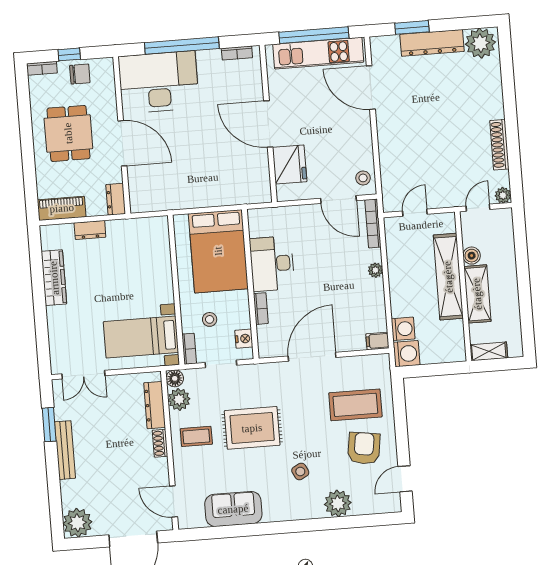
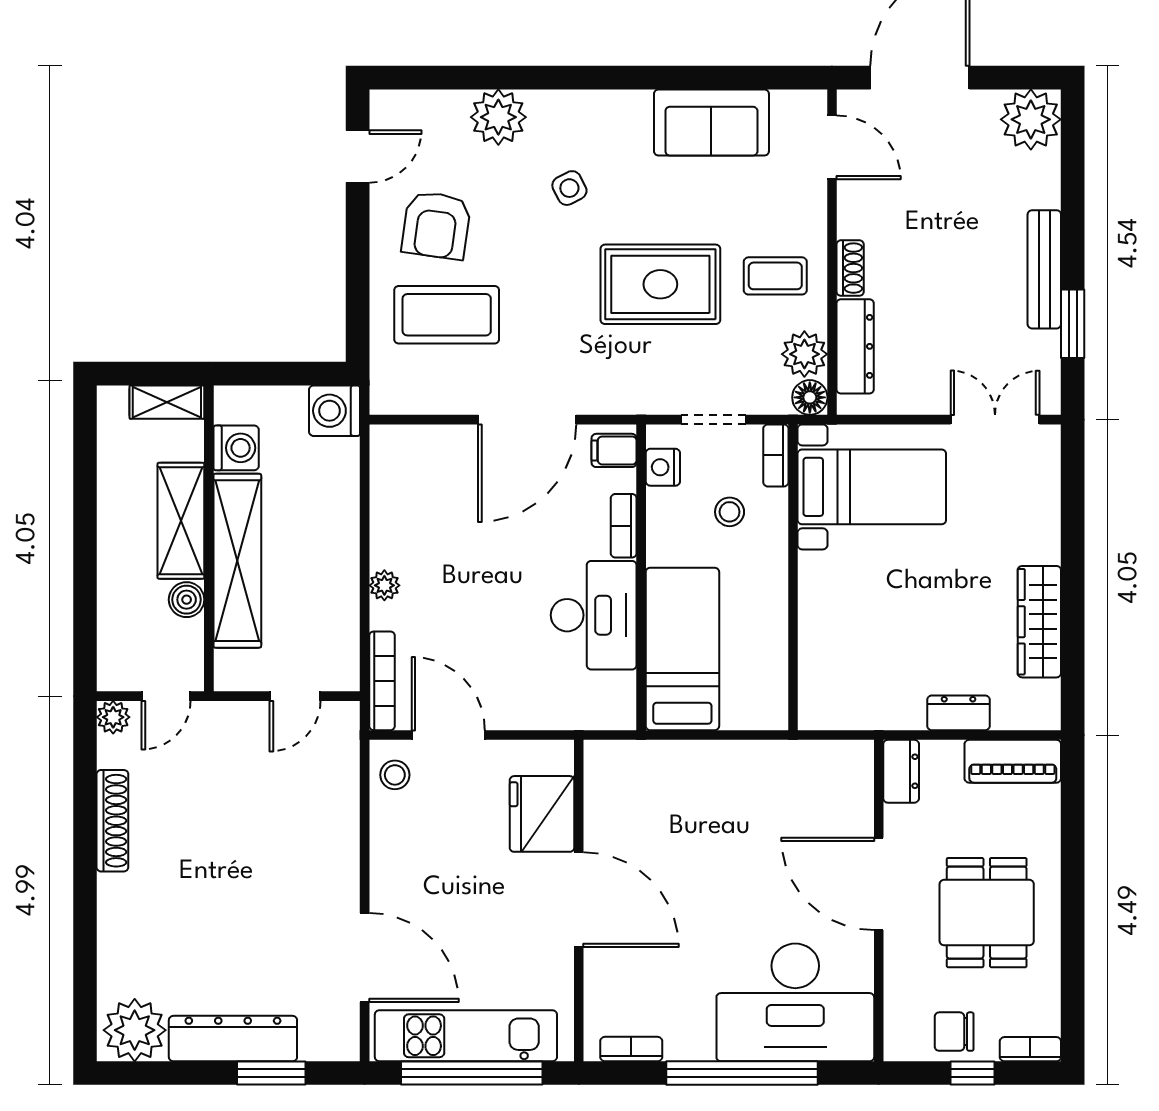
bed: (218, 251) -> (682, 649), width x0.67
washing machine: (403, 329) -> (236, 448), moved, turned 180
filing cabinet: (377, 341) -> (614, 450), moved, turned 180

